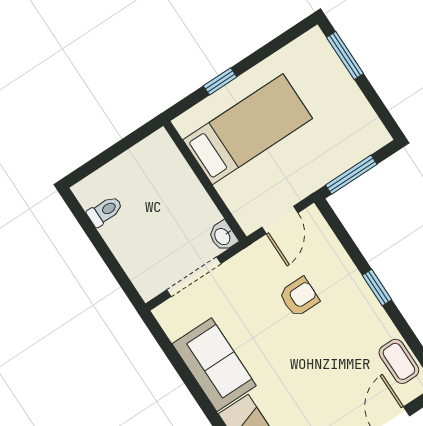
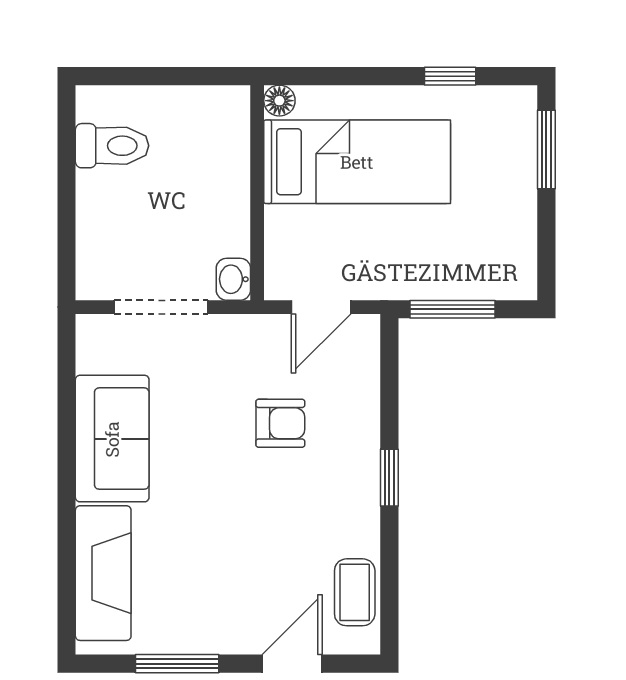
window: (220, 81) -> (450, 76), moved
floor lamp: (184, 124) -> (279, 101), added
toilet: (105, 211) -> (112, 146), width x1.37, depth x1.39

